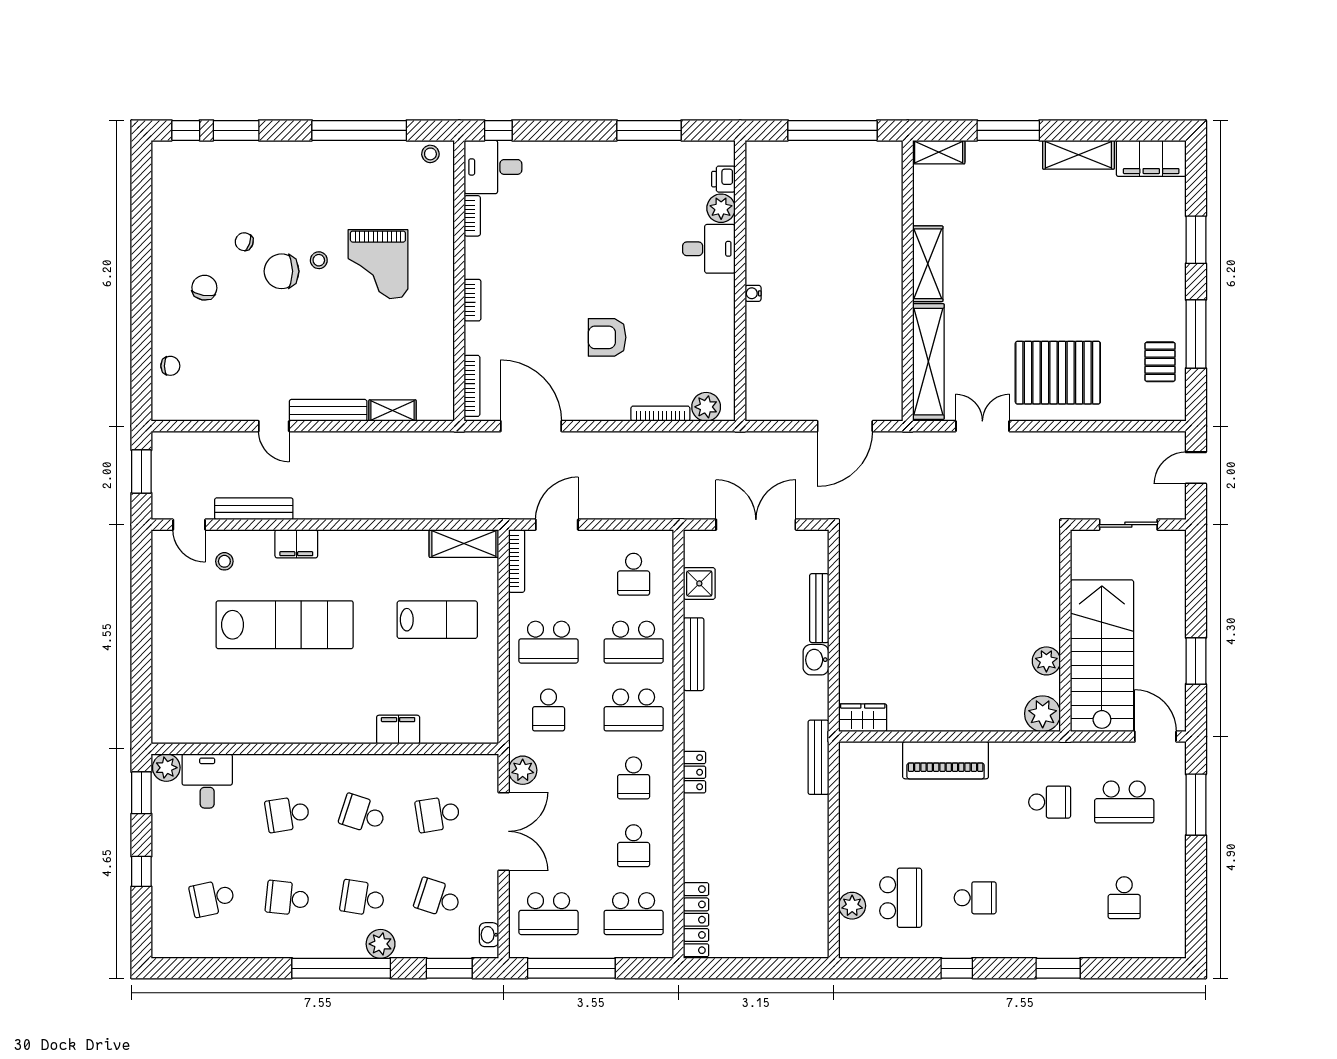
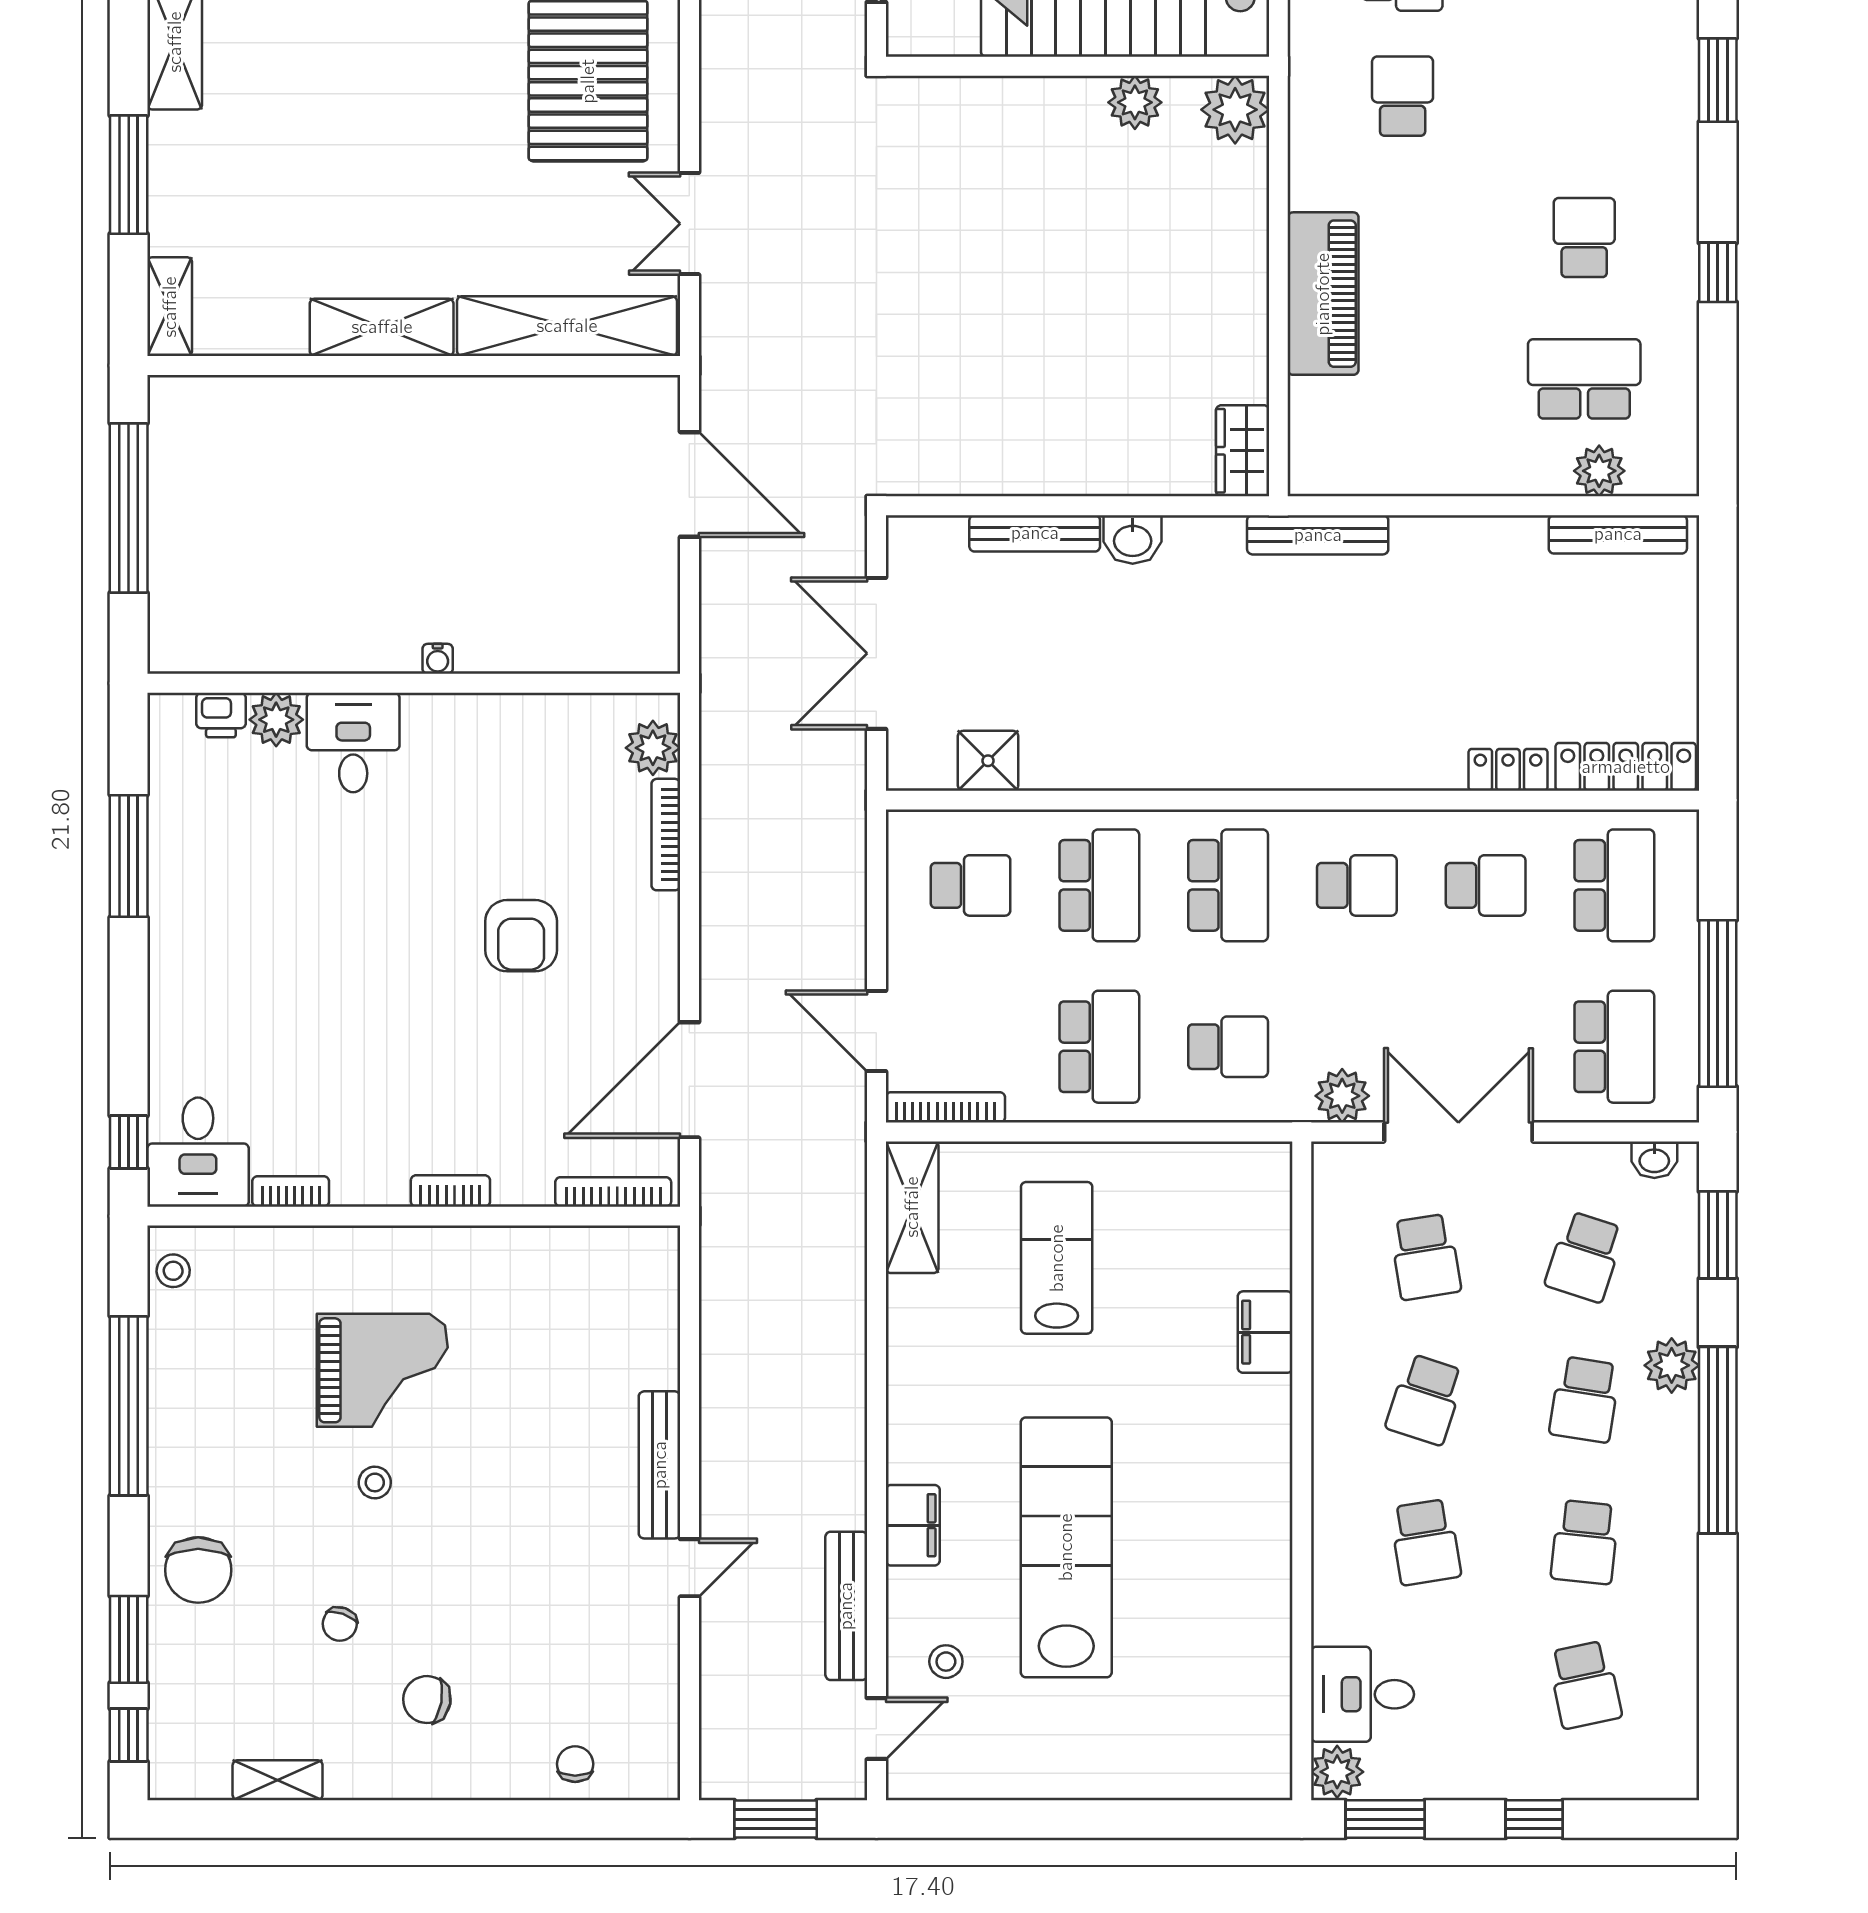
chair: (282, 271) -> (198, 1570), moved
shelving: (392, 411) -> (278, 1780), moved, turned 90
bench: (694, 654) -> (1618, 534), moved
locker: (695, 772) -> (1508, 770), moved

